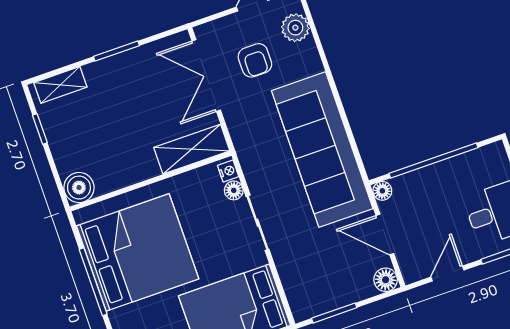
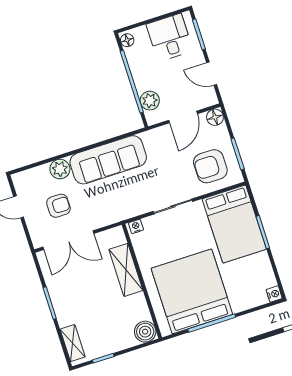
plant: (295, 28) -> (60, 169), moved
shelving: (192, 149) -> (126, 270), moved
sofa: (322, 150) -> (108, 160), width x0.74, depth x0.79
plant: (407, 187) -> (150, 101), added
floor lamp: (234, 190) -> (150, 223), removed
floor lamp: (382, 191) -> (127, 40), moved
armchair: (316, 275) -> (210, 166), added

